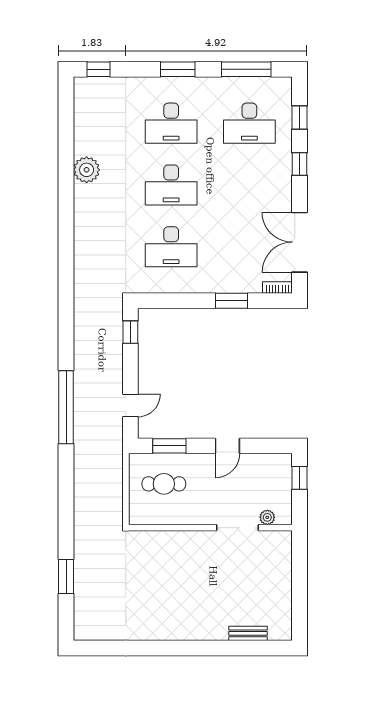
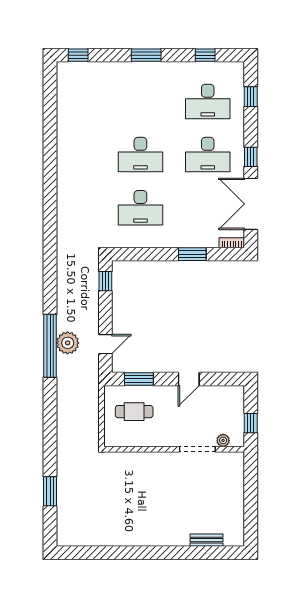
window: (246, 69) -> (205, 55), width x0.46
desk: (171, 123) -> (208, 155), moved
window: (299, 164) -> (251, 157), moved
plant: (87, 170) -> (68, 343), moved
window: (299, 478) -> (251, 423), moved

